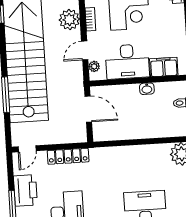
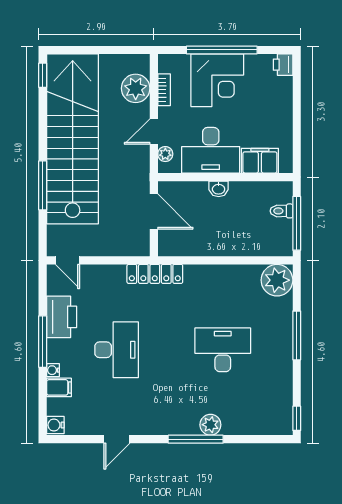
washbasin: (147, 89) -> (219, 189), moved
door: (27, 149) -> (67, 260), hinge flipped
locker: (68, 156) -> (155, 274), moved

